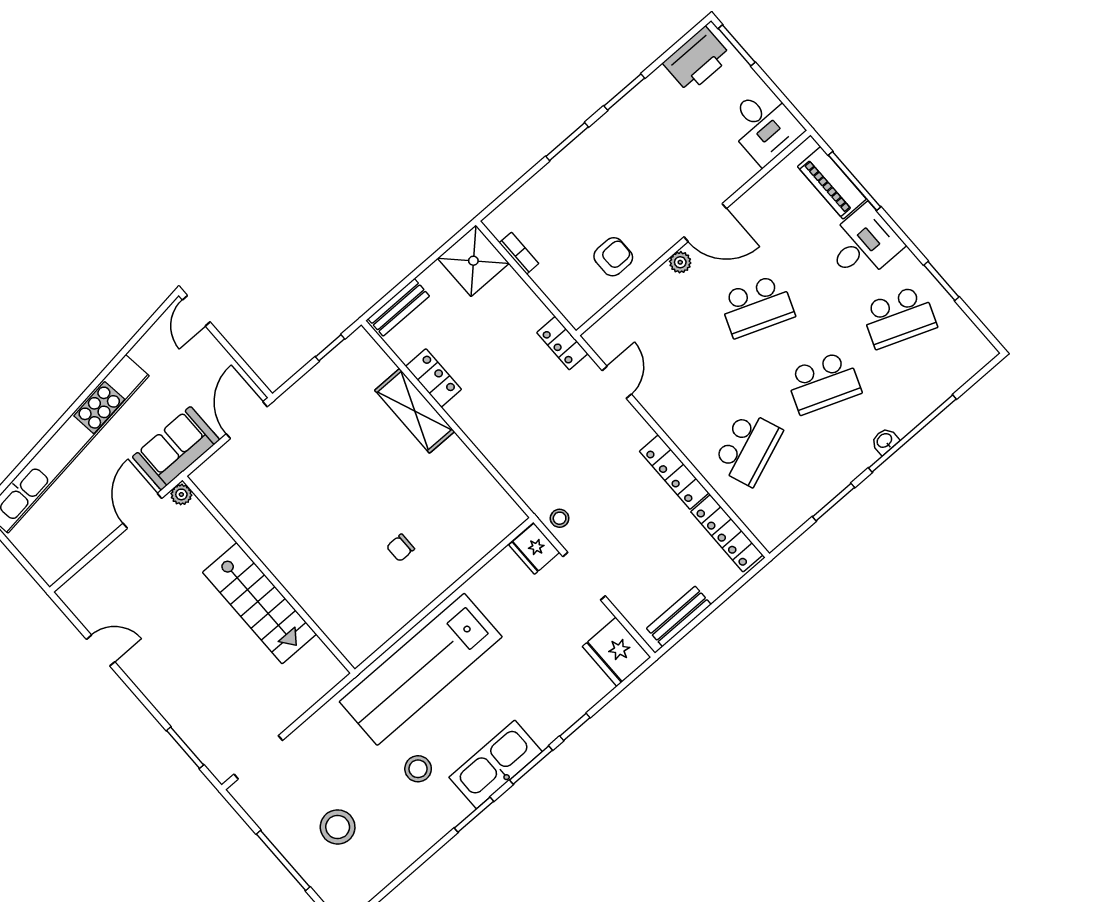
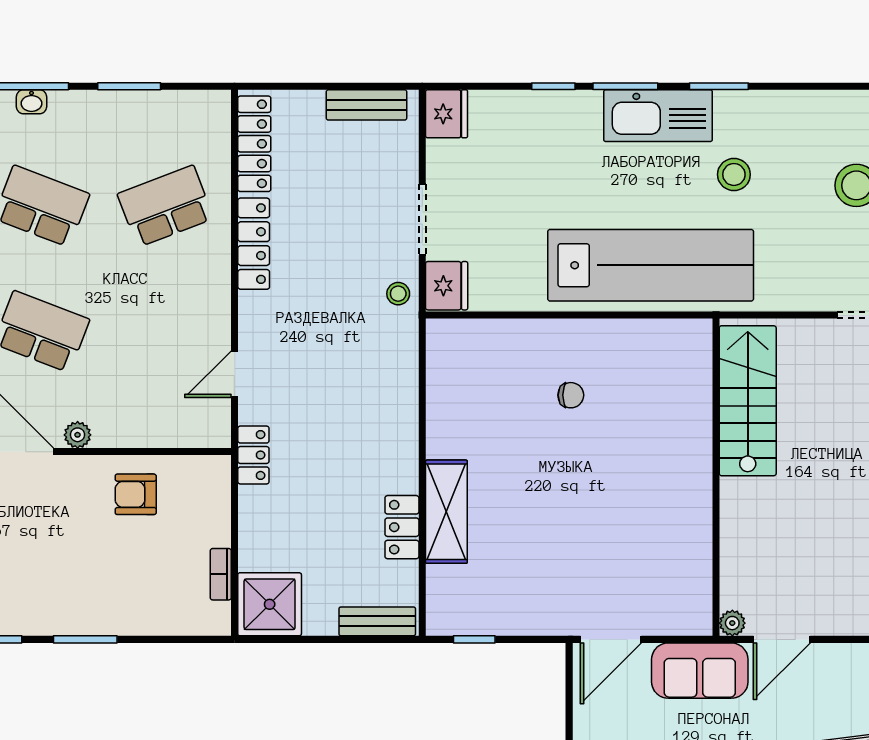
stairs: (259, 603) -> (748, 401), moved
fridge: (616, 652) -> (447, 114), width x0.73, depth x0.75

